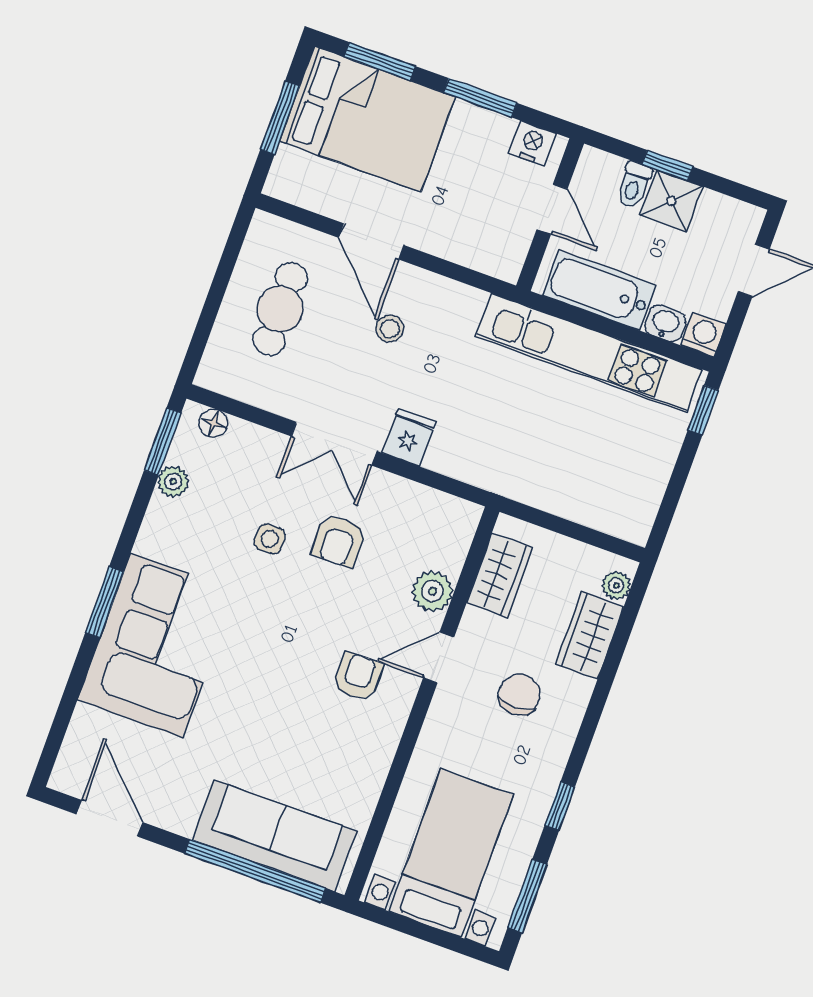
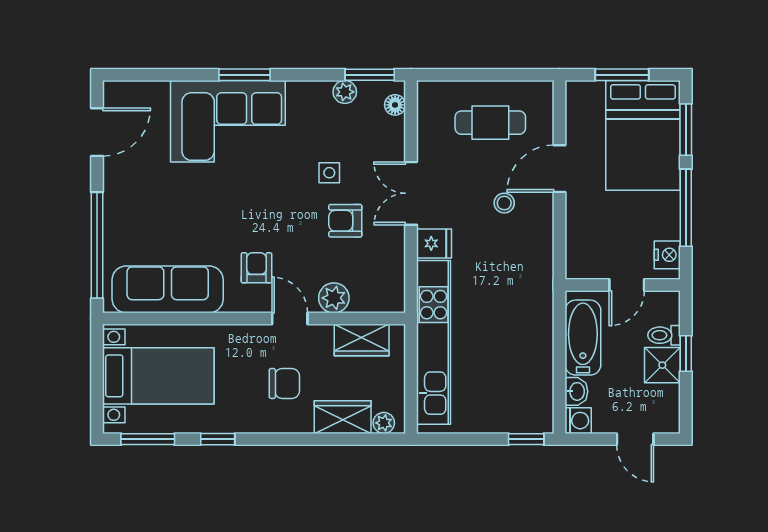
window: (480, 98) -> (686, 208), width x1.44
kitchen unit: (589, 353) -> (434, 342), moved, turned 180
armchair: (358, 677) -> (256, 268), turned -90
sofa: (274, 836) -> (168, 289), moved, turned -90

